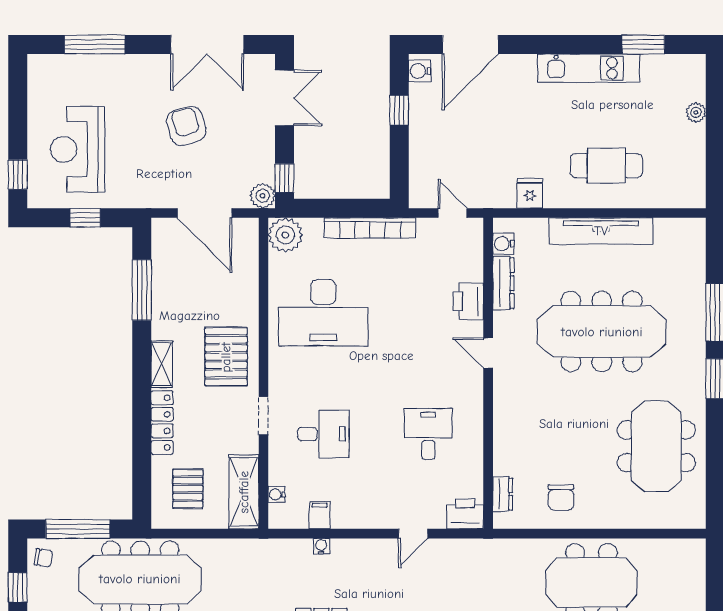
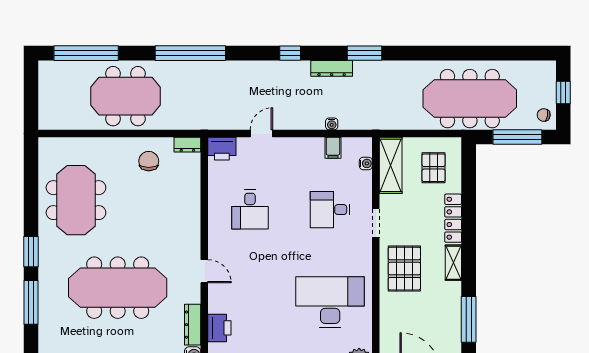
printer: (468, 301) -> (219, 328), moved
dresser: (503, 494) -> (187, 145), moved, turned -90

